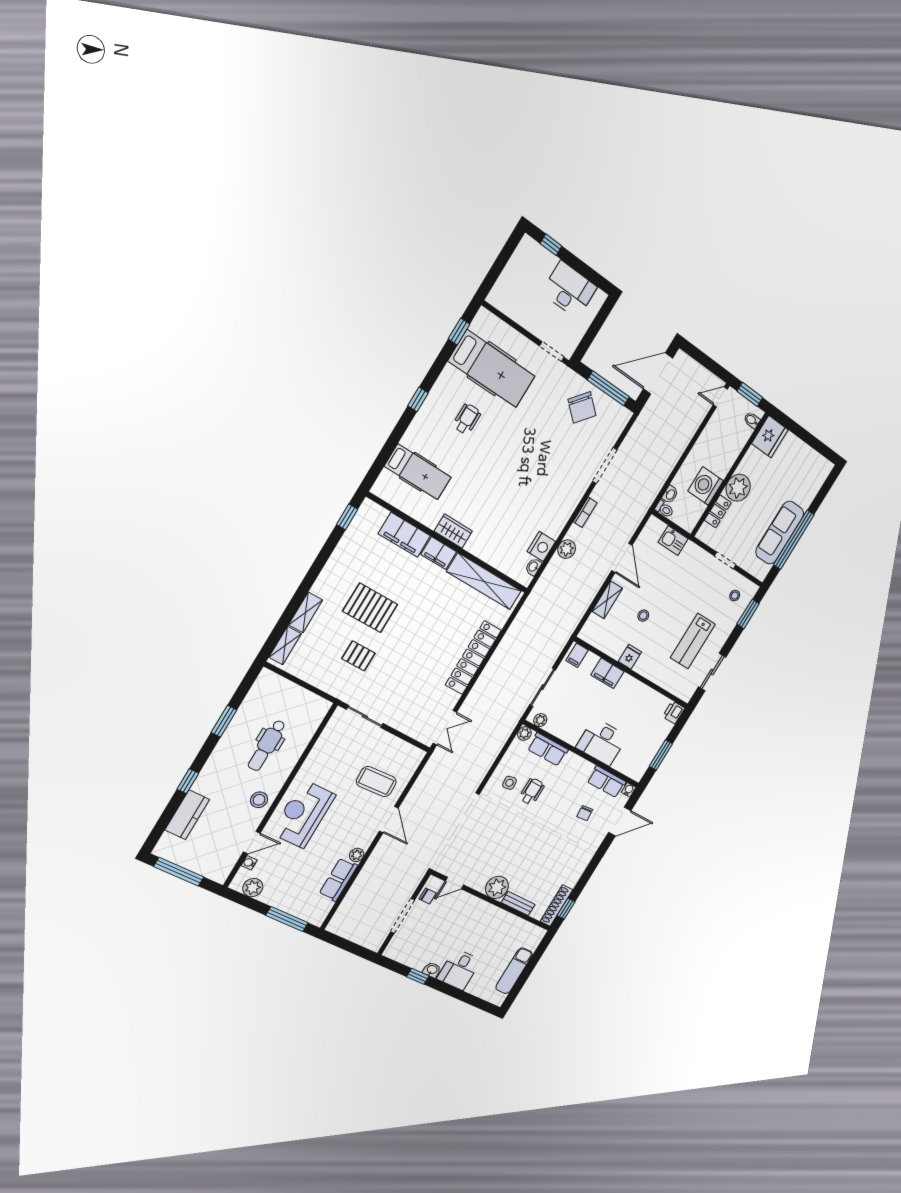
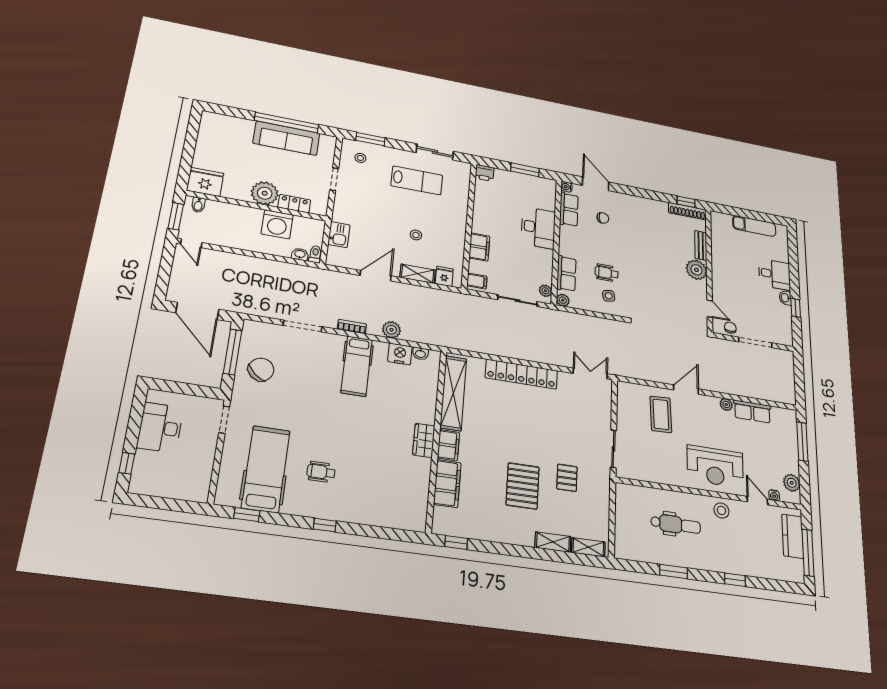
hospital bed: (418, 472) -> (357, 366), moved, turned 180
fridge: (630, 657) -> (444, 276), moved, turned 90
kitchen counter: (187, 815) -> (793, 536), moved, turned -90

